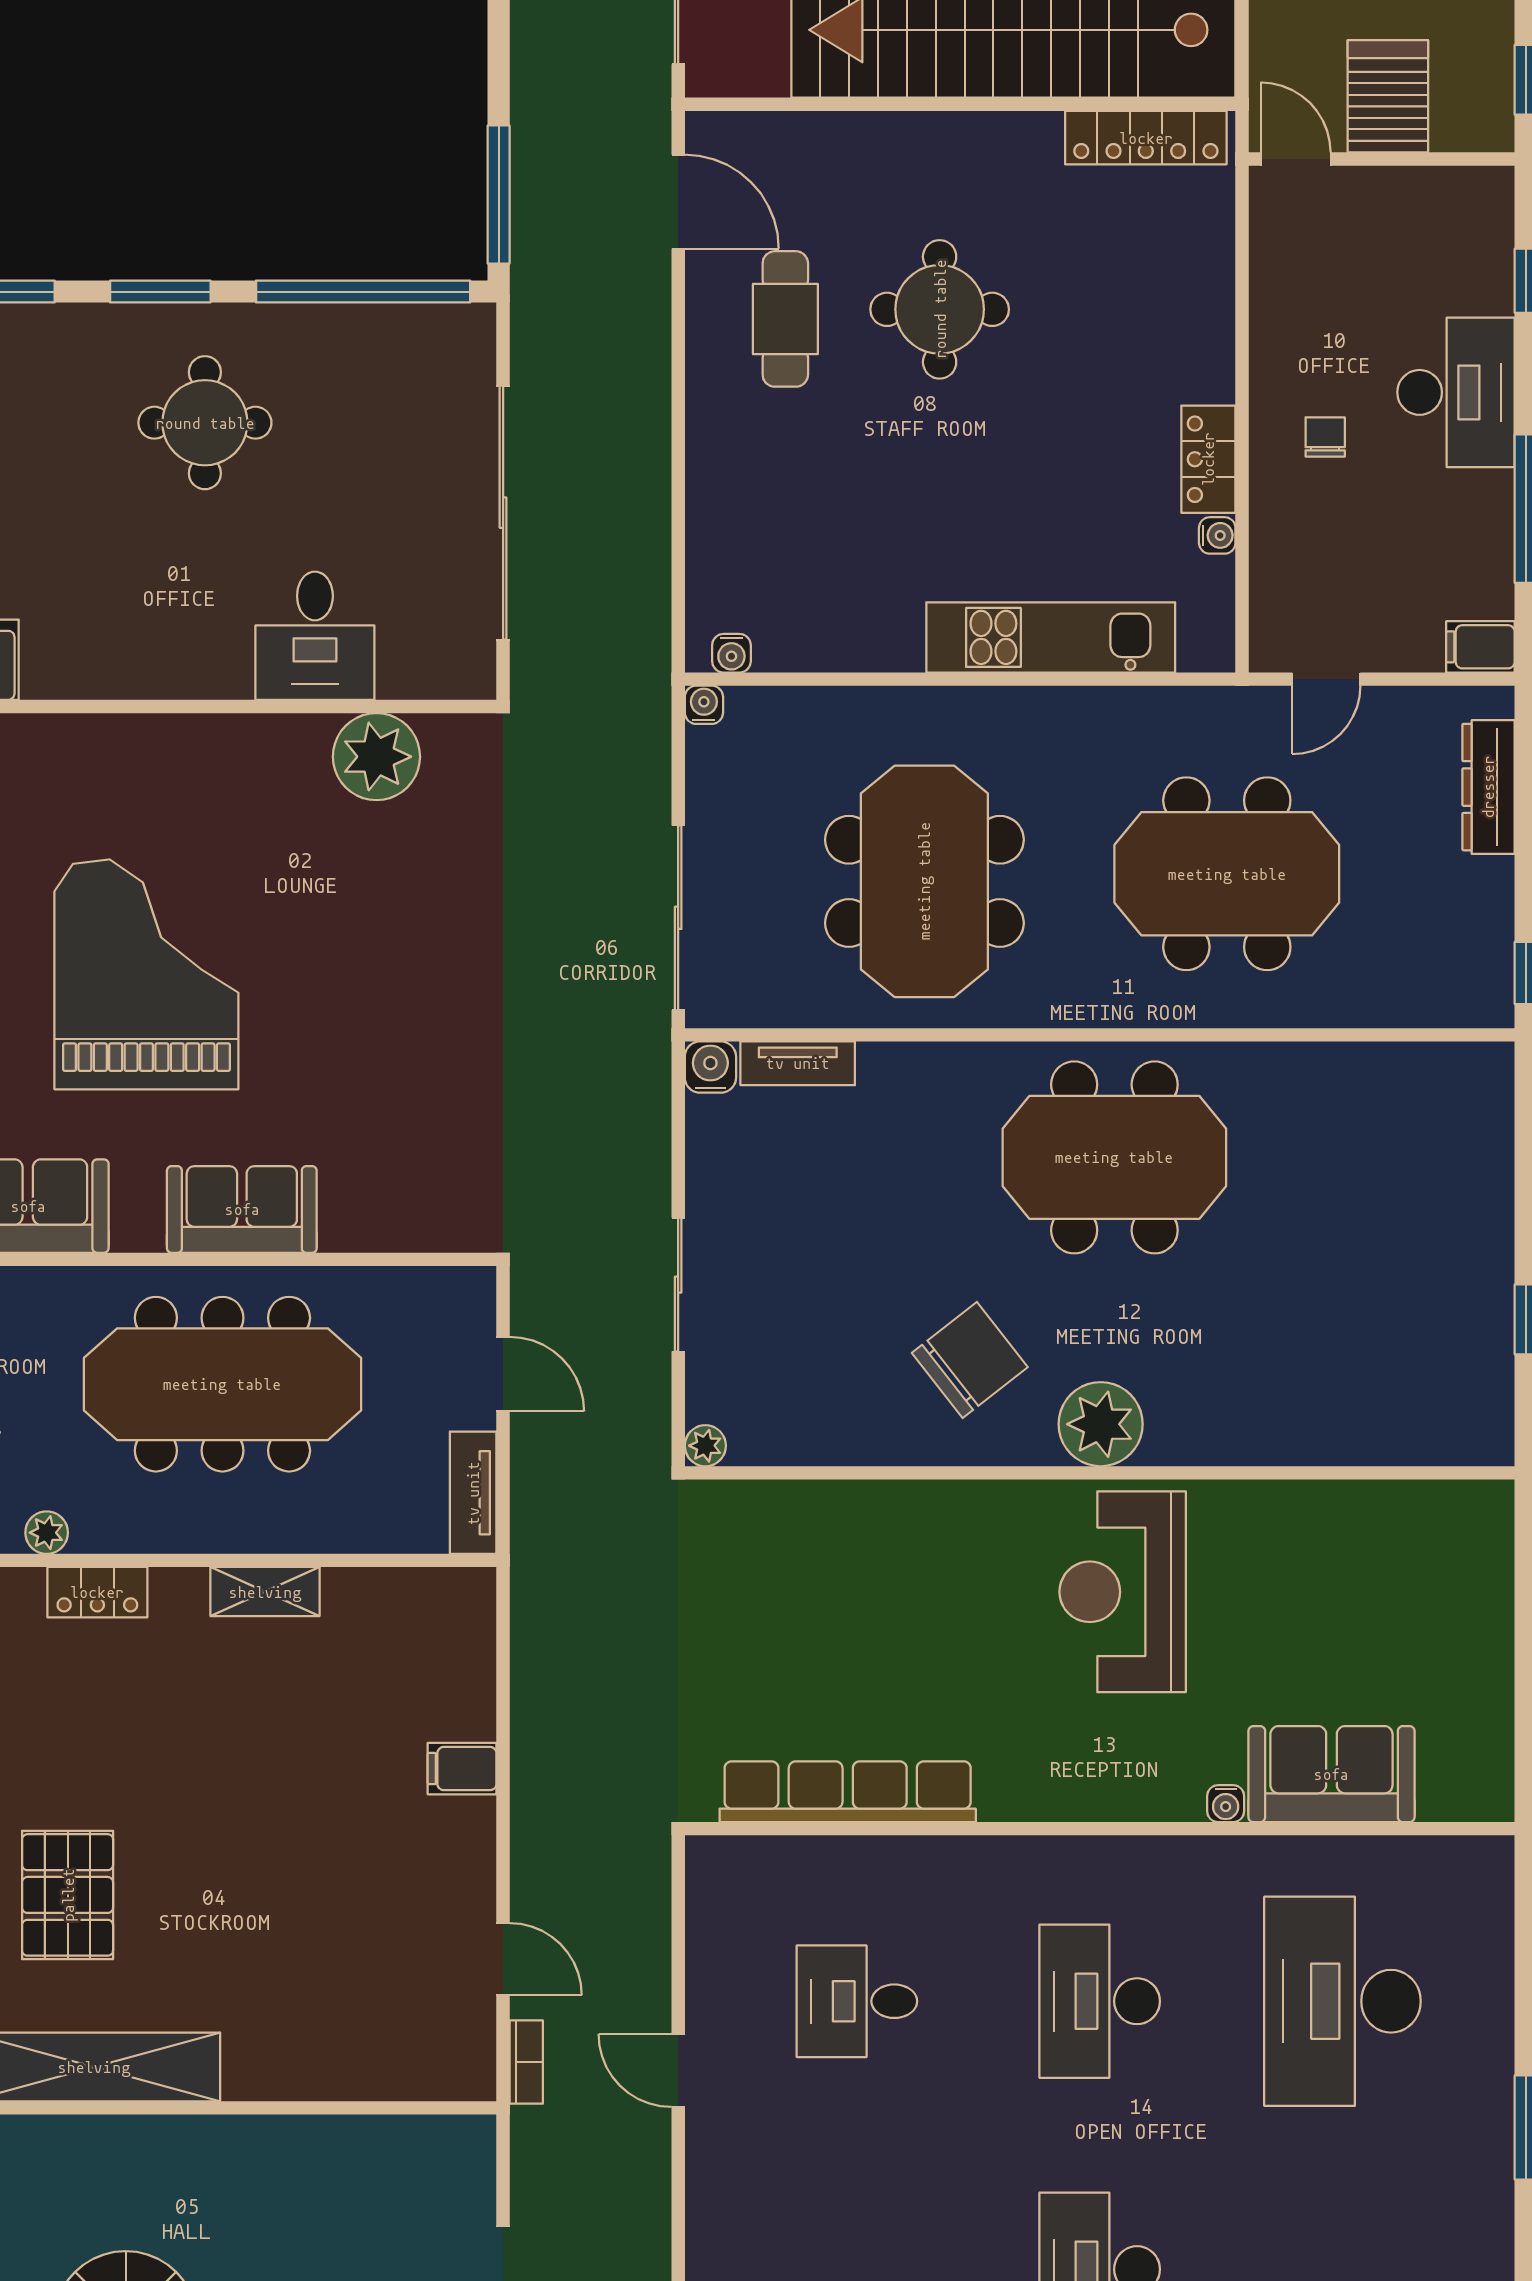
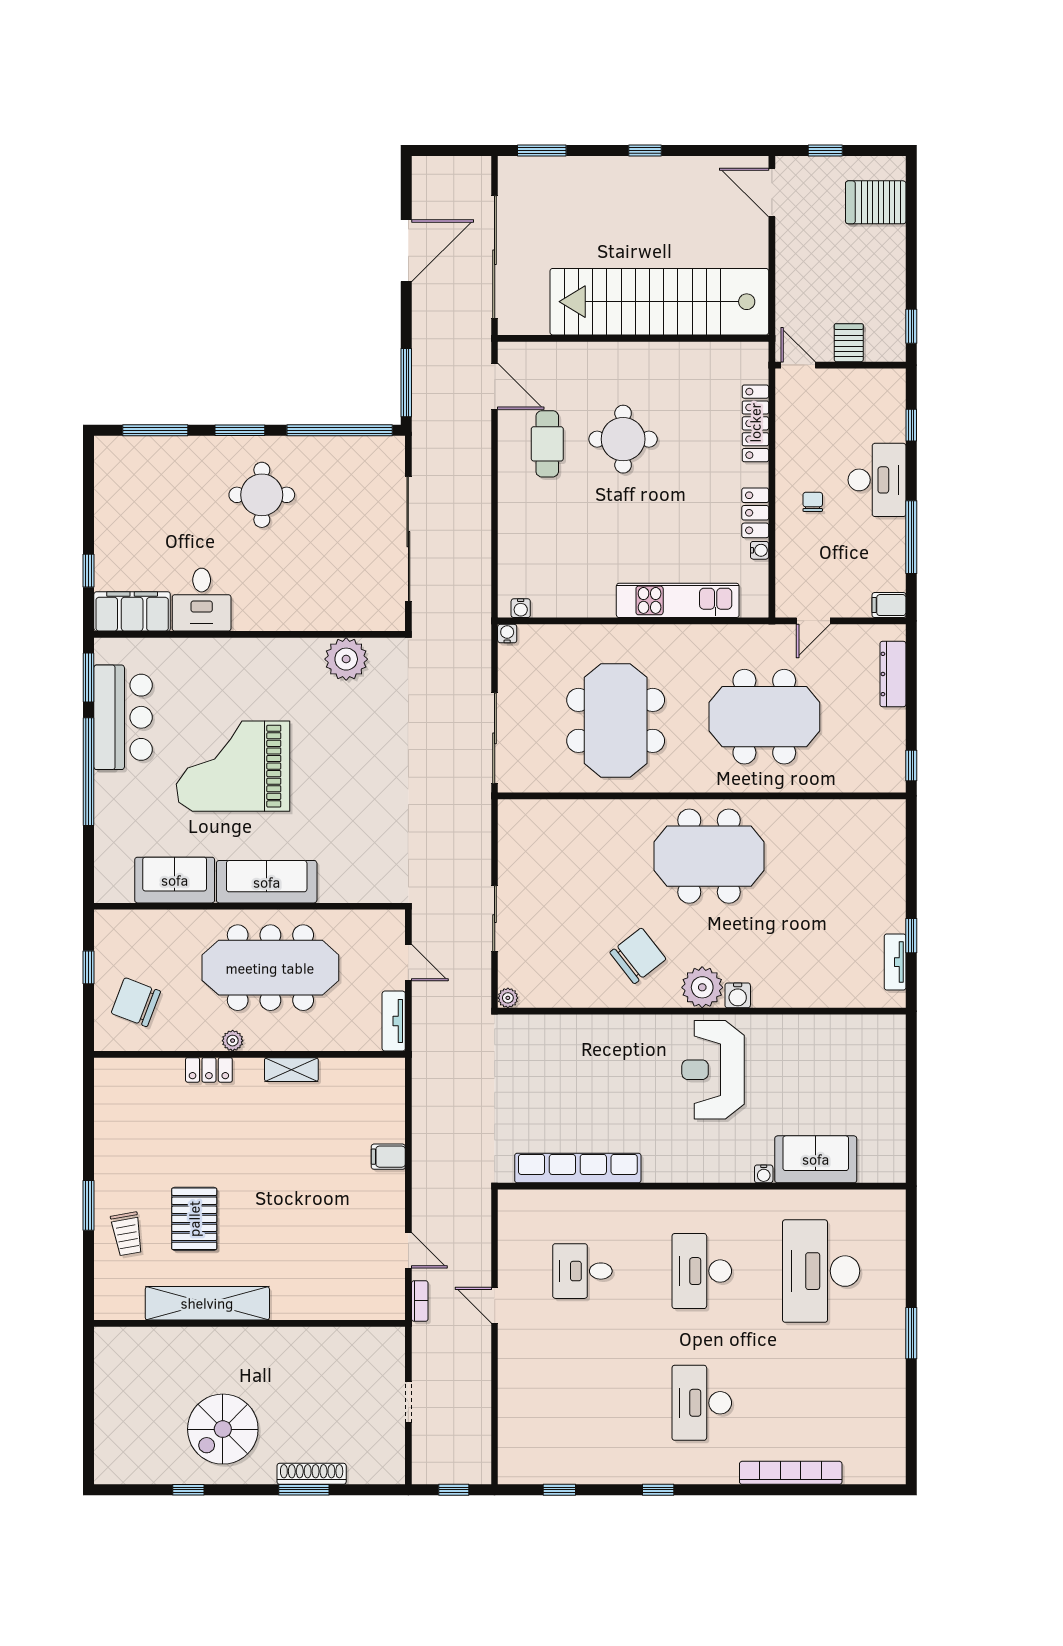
server rack: (1388, 96) -> (849, 343), width x0.73, depth x0.70
locker: (1146, 138) -> (755, 423), moved, turned 90
desk: (315, 636) -> (202, 600), moved
grand piano: (146, 974) -> (233, 766), turned -90
tv unit: (798, 1063) -> (895, 962), moved, turned 90
water cooler: (710, 1067) -> (738, 995), moved, turned 180
sofa: (242, 1209) -> (267, 882), width x1.36
plant: (47, 1533) -> (233, 1041), moved

